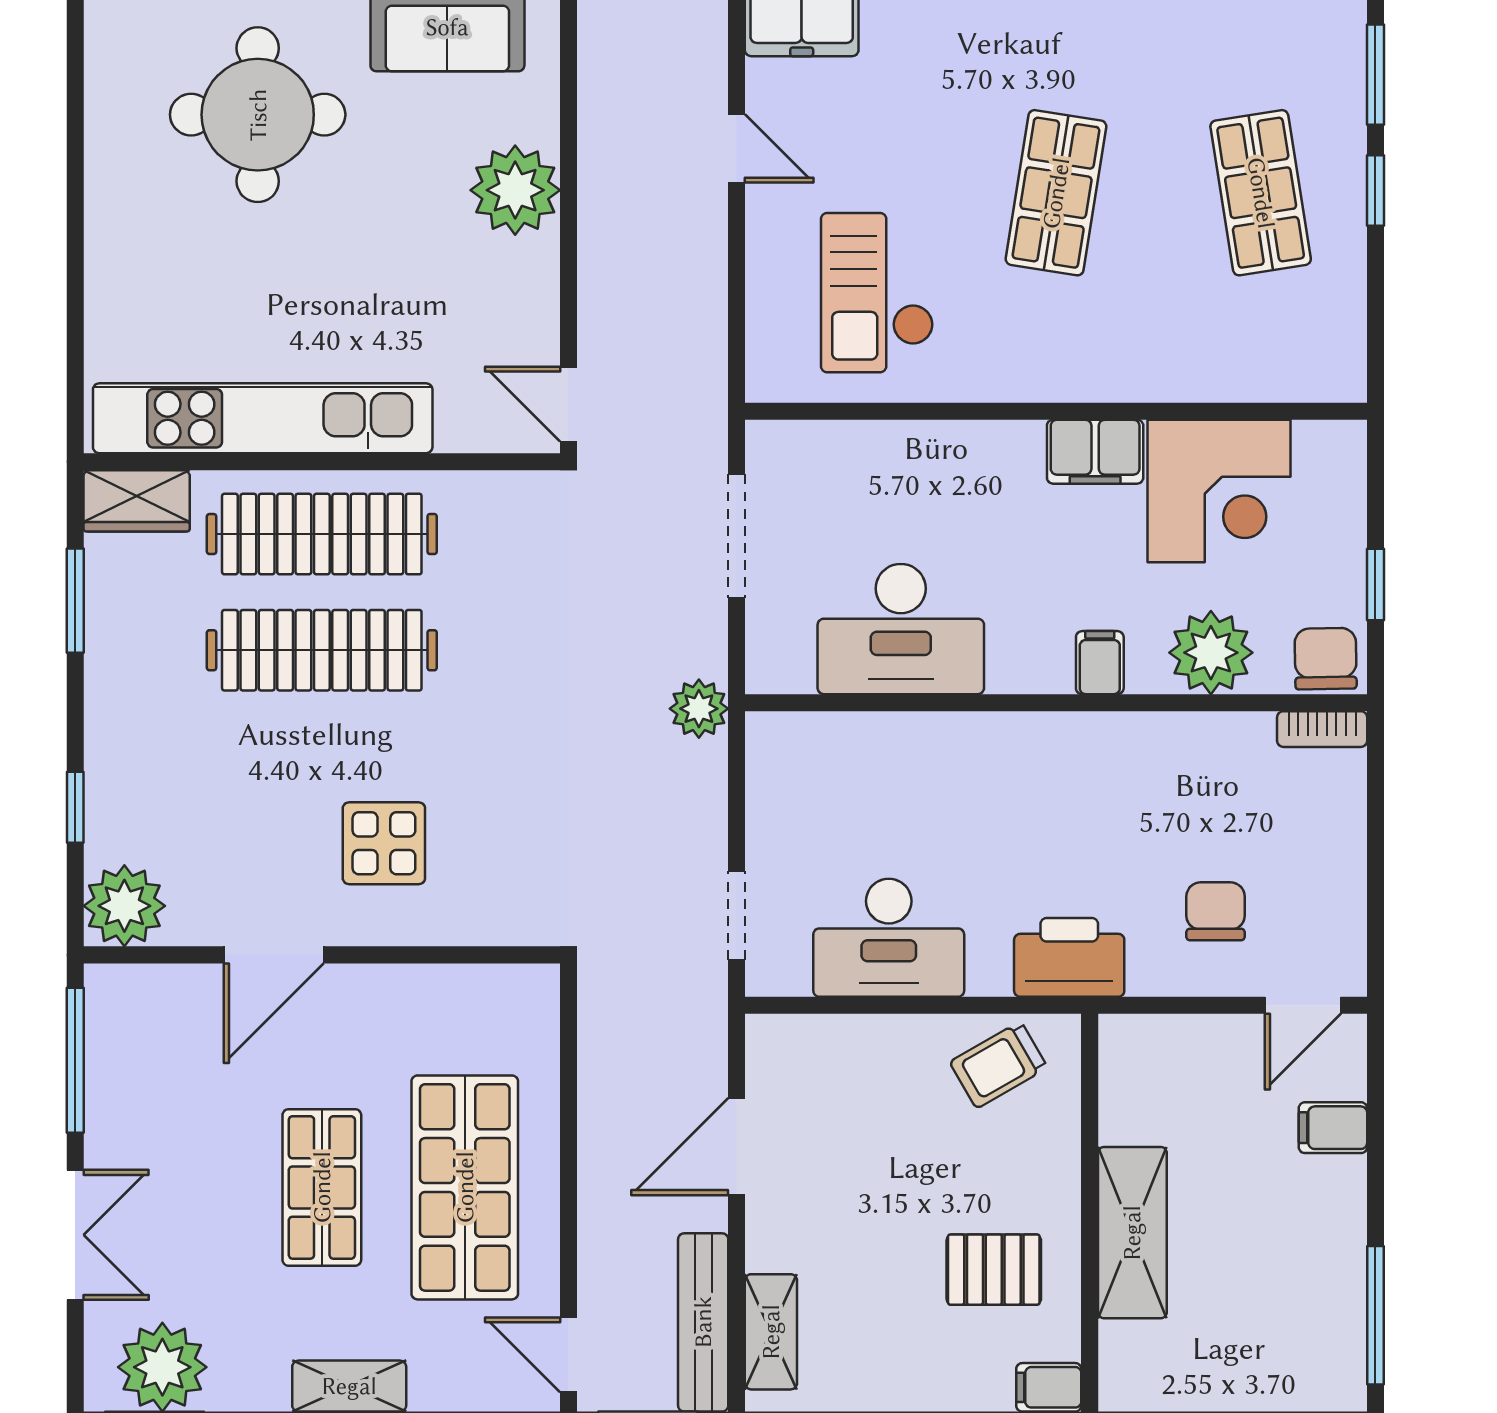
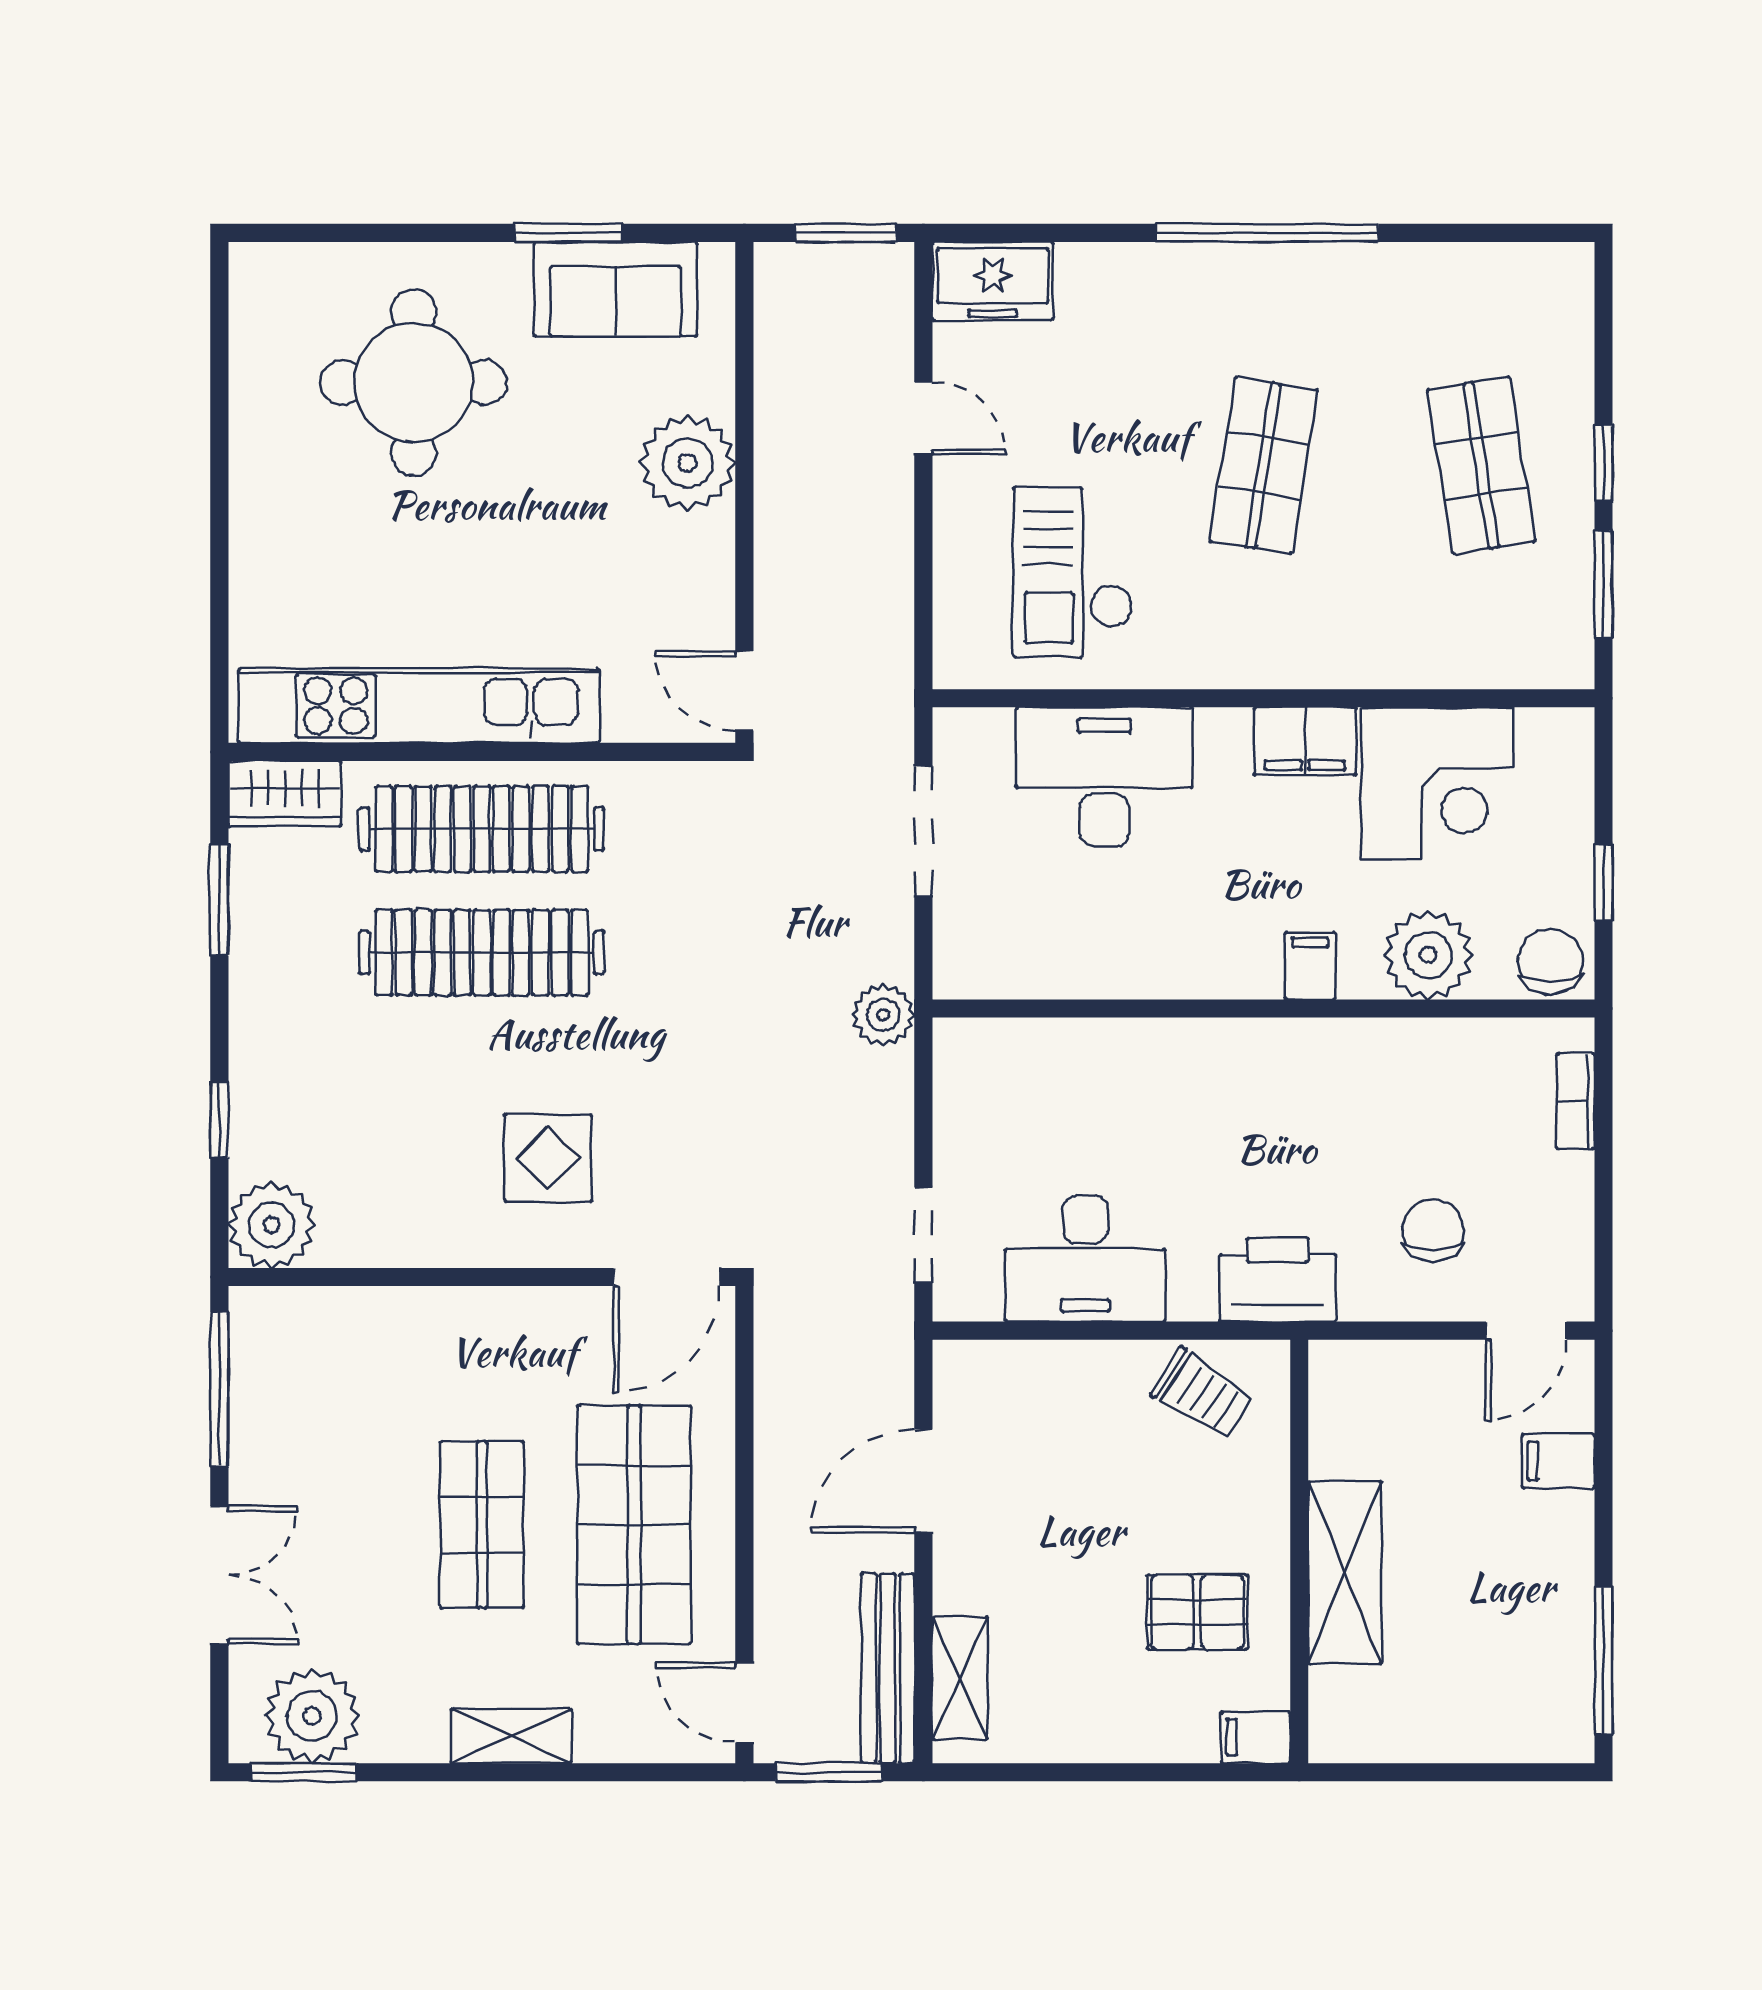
window: (1375, 75) -> (1604, 584), moved
desk: (901, 629) -> (1104, 777), moved, turned 180
bookcase: (1322, 729) -> (1575, 1101), moved, turned 90
door: (274, 955) -> (667, 1277), moved
trolley: (999, 1065) -> (1202, 1394), turned -117

